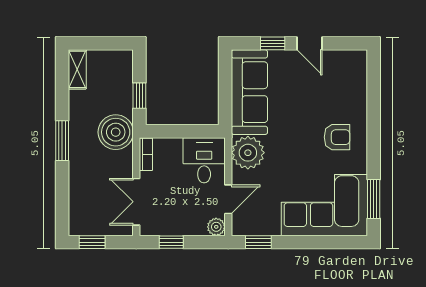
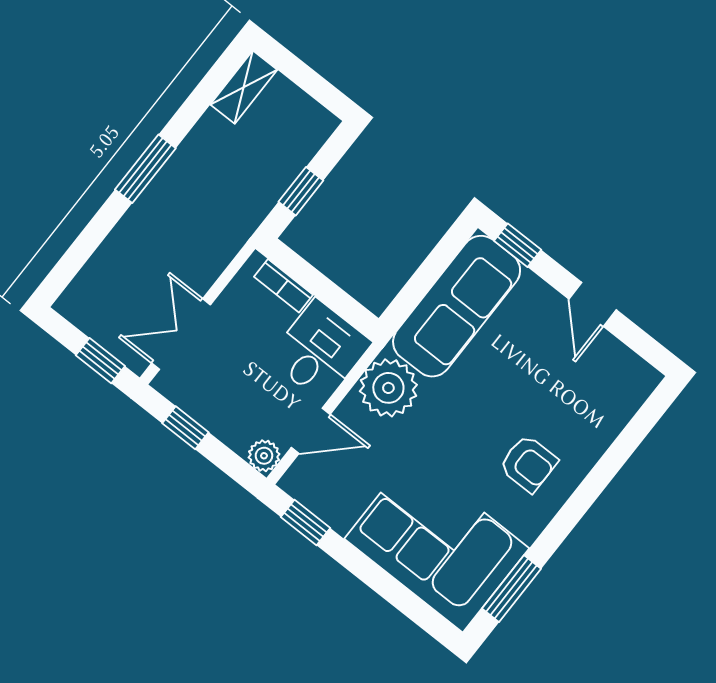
window: (273, 43) -> (518, 245), moved
boiler: (116, 132) -> (228, 216), removed
bookcase: (146, 154) -> (284, 286), moved, turned 90
window: (92, 242) -> (100, 361), moved

